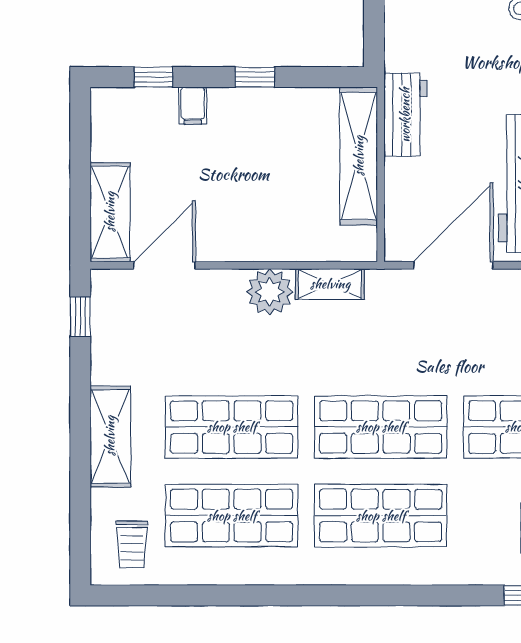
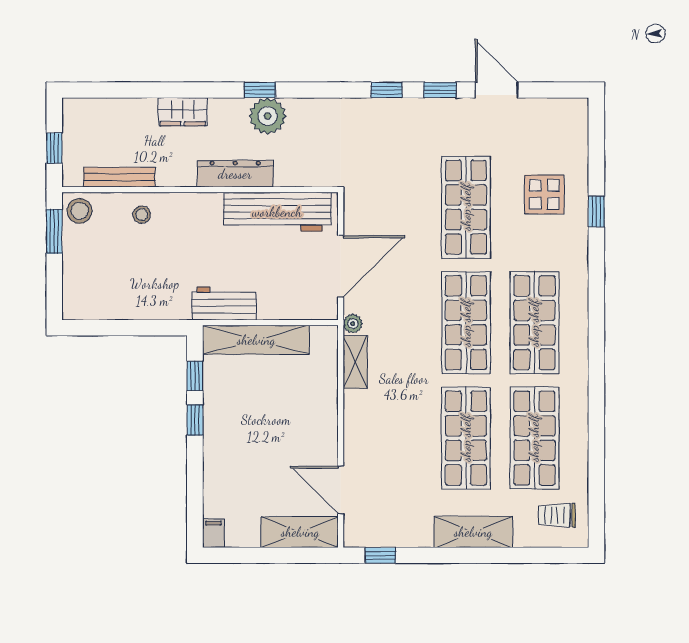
window: (153, 77) -> (195, 376), moved
filing cabinet: (193, 106) -> (213, 533), moved, turned -90
door: (453, 265) -> (341, 266), swing flipped
plant: (270, 292) -> (353, 324), moved, width x0.53, depth x0.53
trolley: (132, 544) -> (557, 515), turned 180

